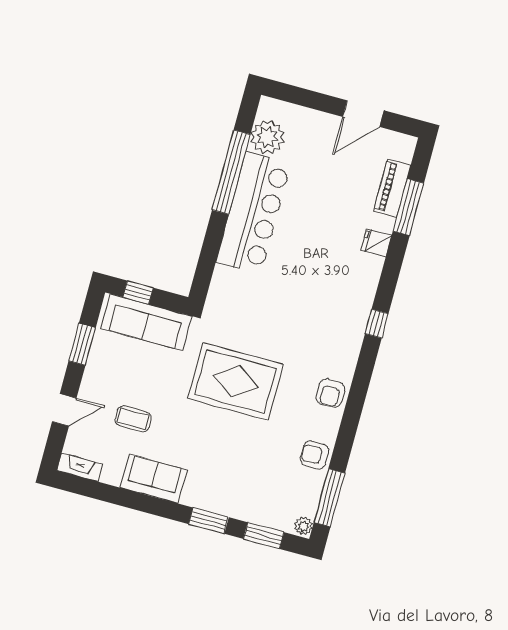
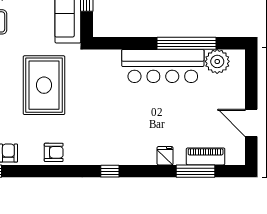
armchair: (330, 393) -> (54, 152), turned 180

